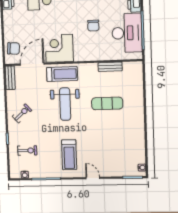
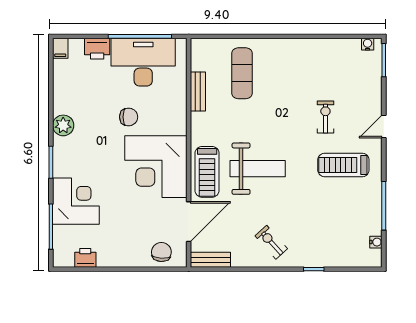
corner desk: (59, 48) -> (156, 167), width x1.36, depth x1.36
door: (32, 64) -> (189, 222), swing flipped
treadmill: (62, 74) -> (207, 172), turned 180
exercise mat: (107, 103) -> (242, 73), moved
exercise bike: (27, 151) -> (325, 117), moved
treadmill: (69, 155) -> (343, 165), turned 180

